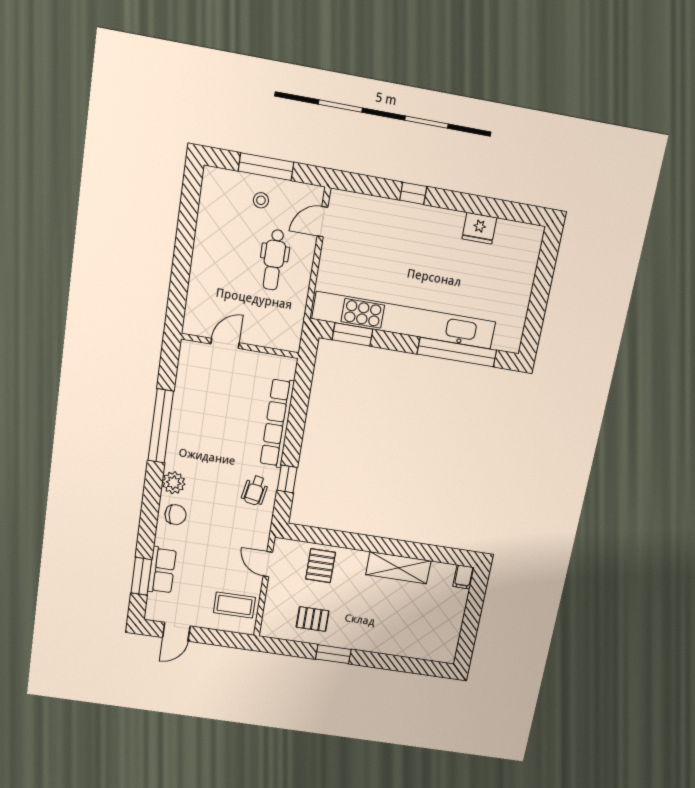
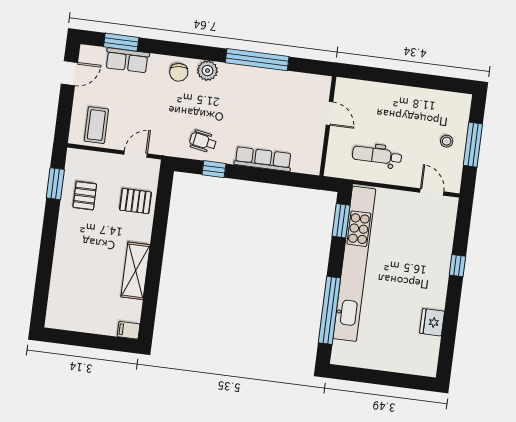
dental chair: (274, 260) -> (377, 155), moved
row of seats: (277, 423) -> (263, 159), width x0.73
door: (176, 632) -> (69, 73), swing flipped
window: (333, 654) -> (55, 184), moved

